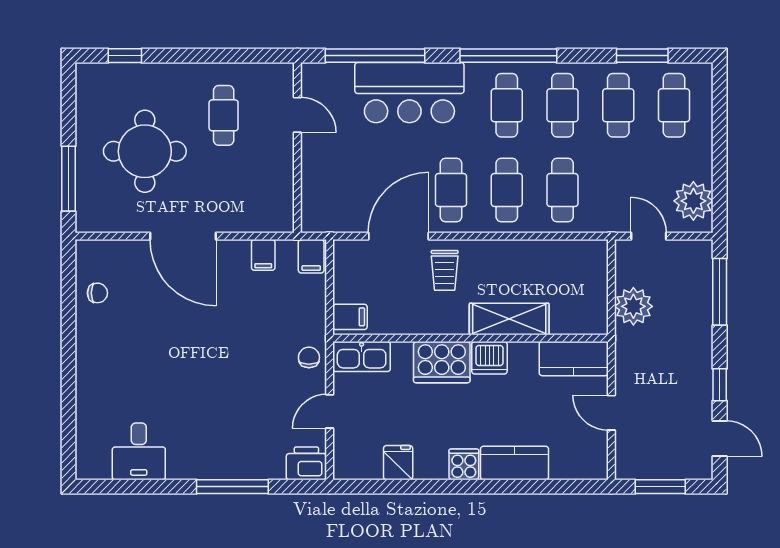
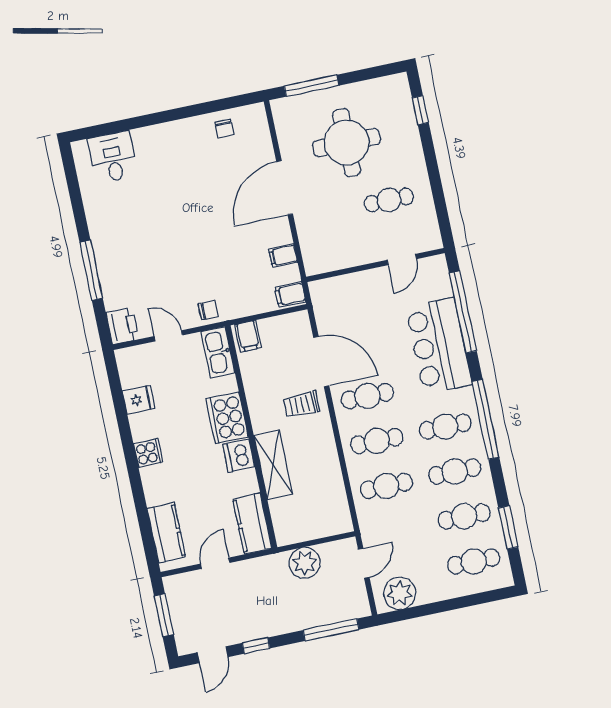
desk: (139, 451) -> (113, 157), moved, turned 90
kitchen counter: (514, 463) -> (166, 533), moved

